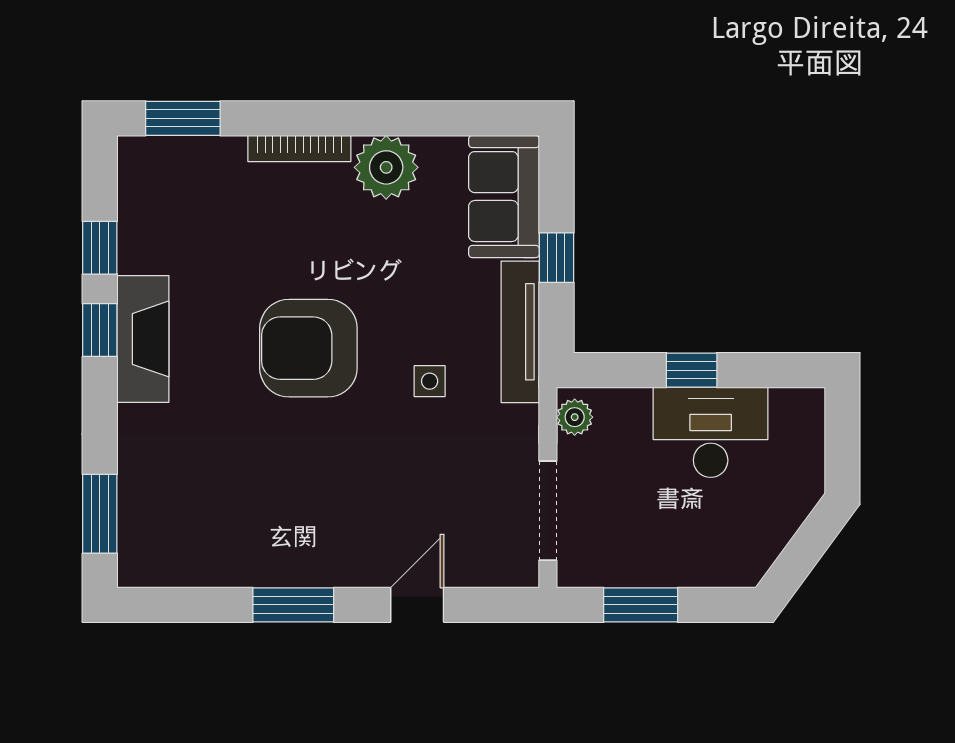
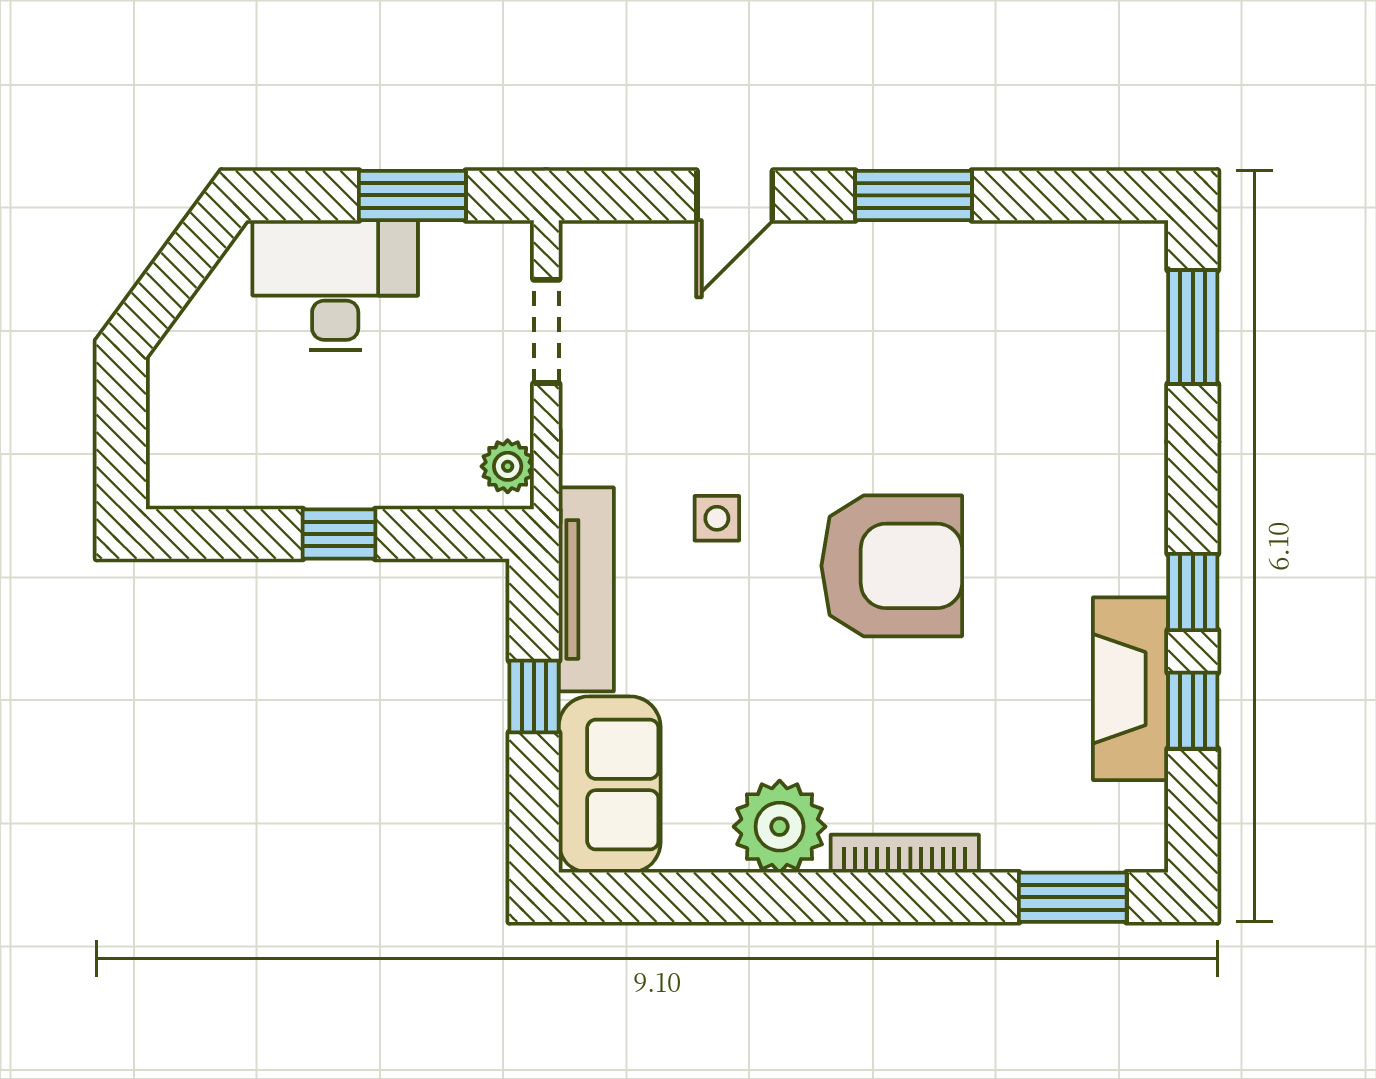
fireplace: (143, 339) -> (1131, 689), moved
desk: (711, 432) -> (335, 285), moved, turned 180
doorway: (548, 511) -> (546, 331), width x0.73

